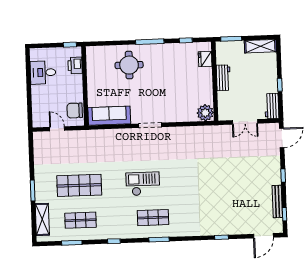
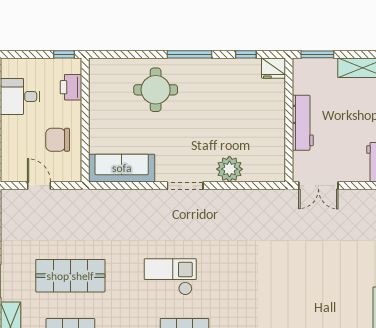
fridge: (205, 59) -> (274, 68), moved, turned -90
workbench: (223, 78) -> (303, 123), width x1.38
chair: (75, 111) -> (58, 140), moved
plant: (205, 113) -> (229, 169), moved
double door: (245, 122) -> (318, 186), moved

